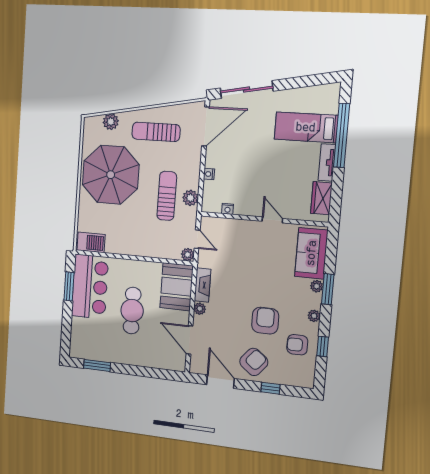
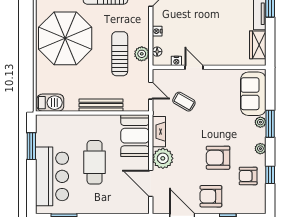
floor lamp: (207, 197) -> (157, 52), added
door: (272, 220) -> (194, 67), moved
bench: (143, 250) -> (101, 105), added
plant: (188, 255) -> (143, 105), removed
coffee table: (232, 255) -> (184, 102), added
bar counter: (90, 287) -> (52, 176), moved
plant: (200, 309) -> (163, 158), width x1.88, depth x1.88
armchair: (265, 321) -> (218, 158), turned -90
armchair: (254, 362) -> (211, 196), turned -129

